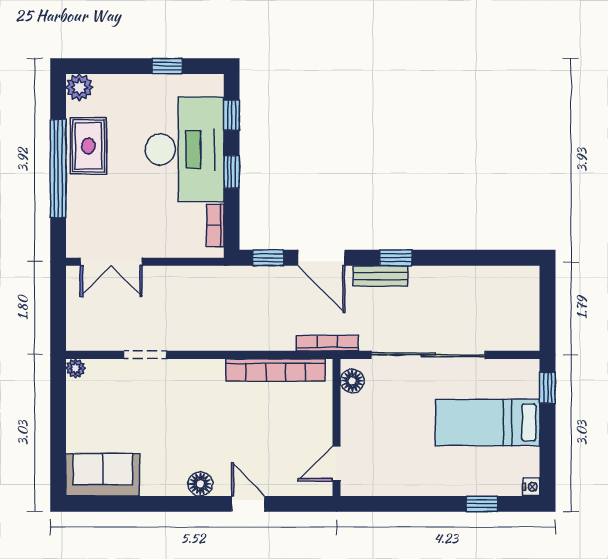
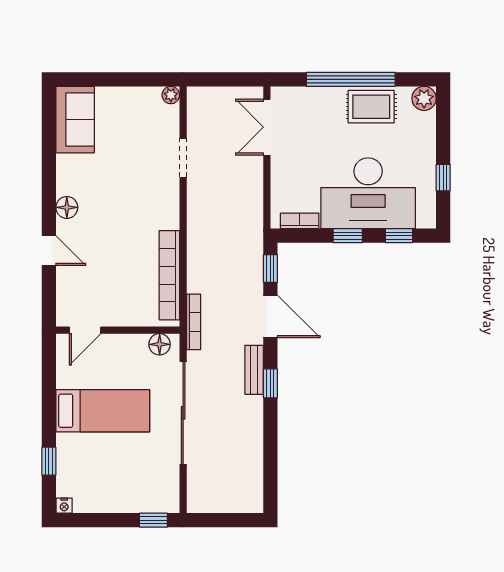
door: (321, 258) -> (270, 316), swing flipped
bed: (488, 422) -> (103, 411), moved, turned 90
door: (336, 464) -> (85, 330), swing flipped
door: (248, 504) -> (49, 250), hinge flipped

